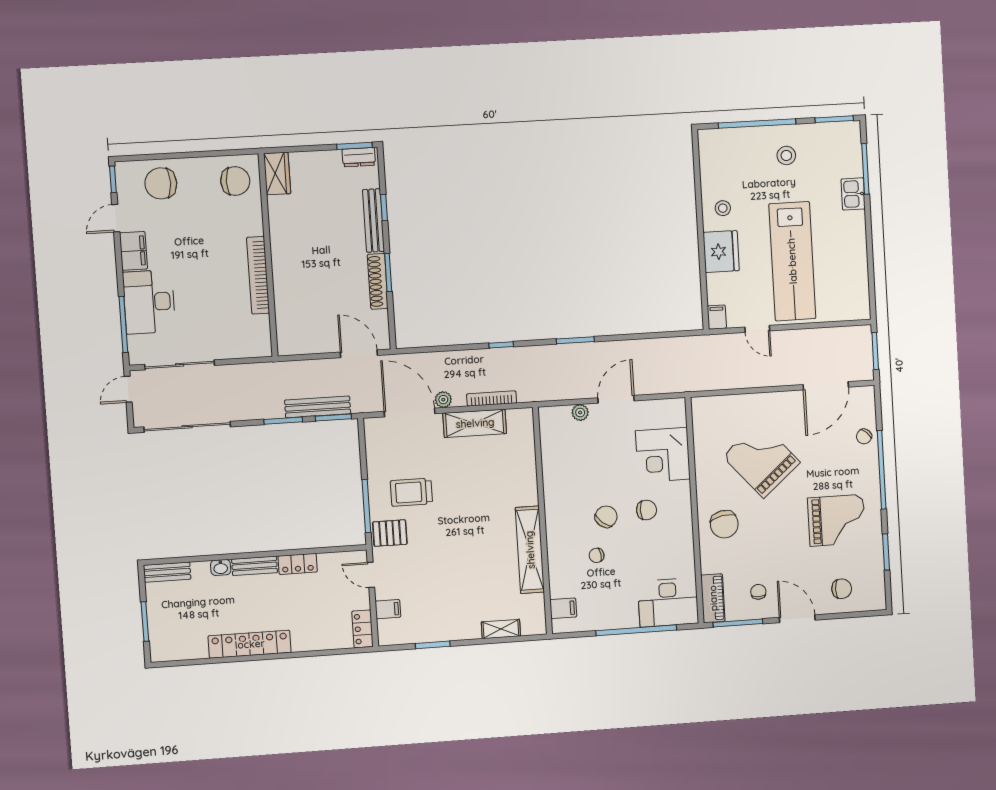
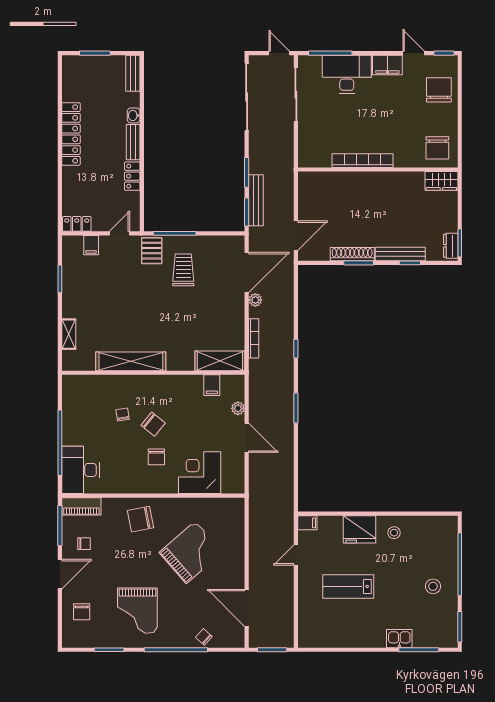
lab bench: (792, 261) -> (348, 586), width x0.54, depth x0.72
shelving: (475, 423) -> (220, 361), moved, turned 90
filing cabinet: (563, 608) -> (212, 385), moved

